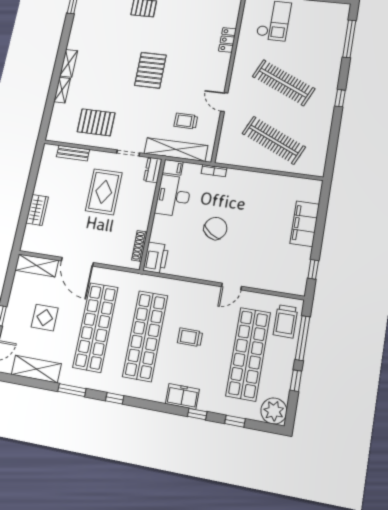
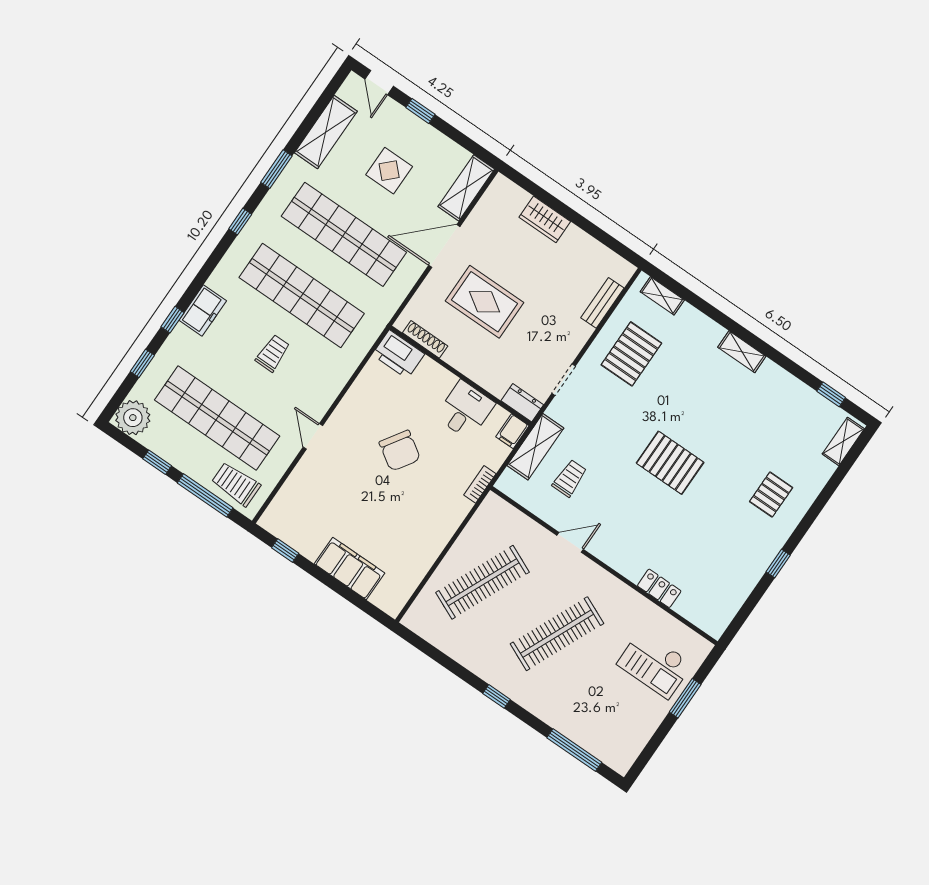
shelving: (62, 90) -> (662, 296), moved
shelving: (176, 150) -> (535, 447), width x0.68
rug: (104, 192) -> (484, 302), moved
desk: (173, 196) -> (465, 410), width x0.73

